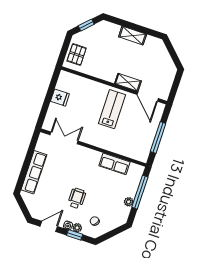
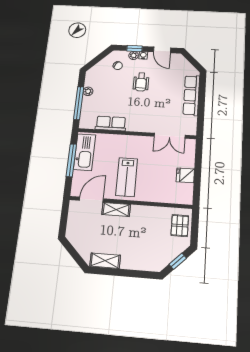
shelving: (133, 36) -> (105, 261), moved
door: (148, 97) -> (91, 200), hinge flipped
kitchen sink: (144, 142) -> (85, 152), added
door: (49, 226) -> (162, 50), hinge flipped

